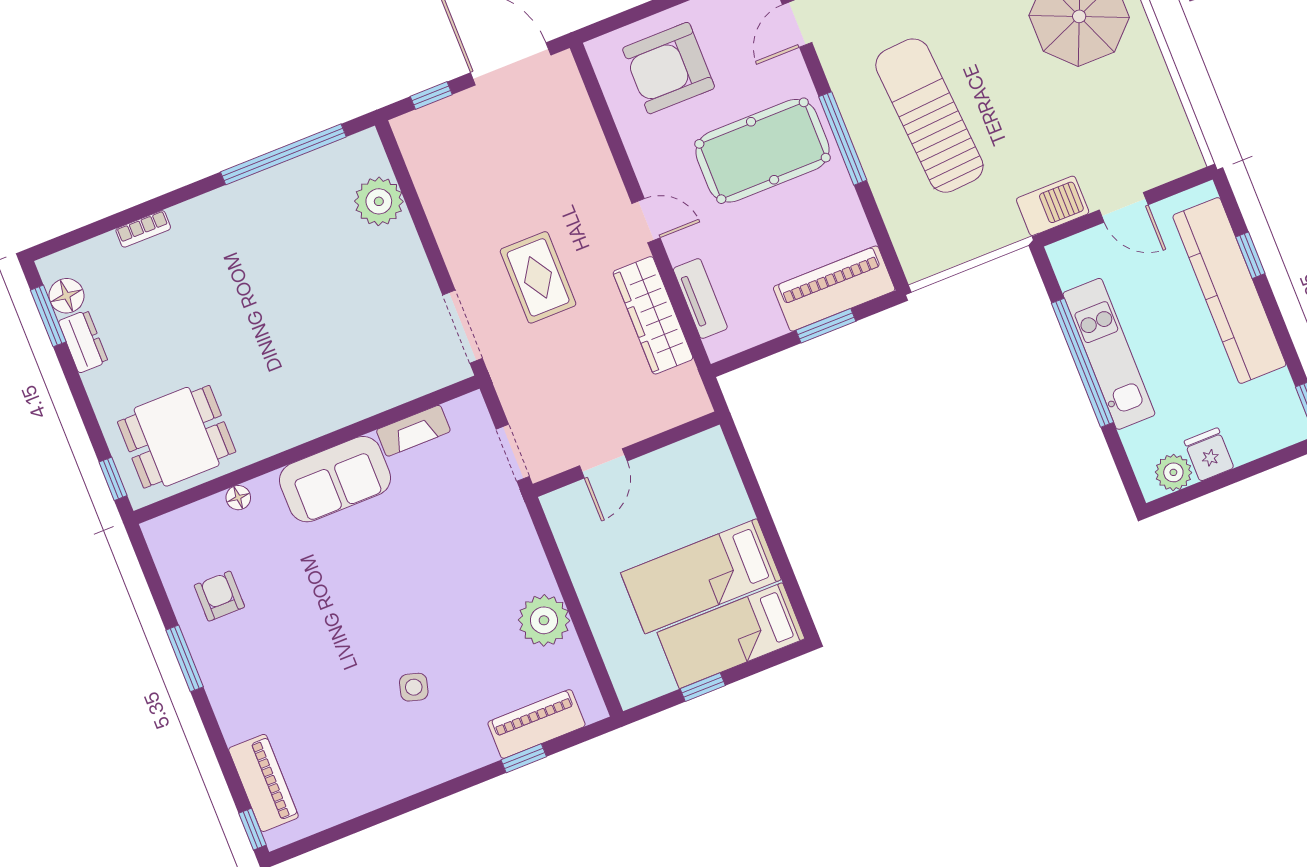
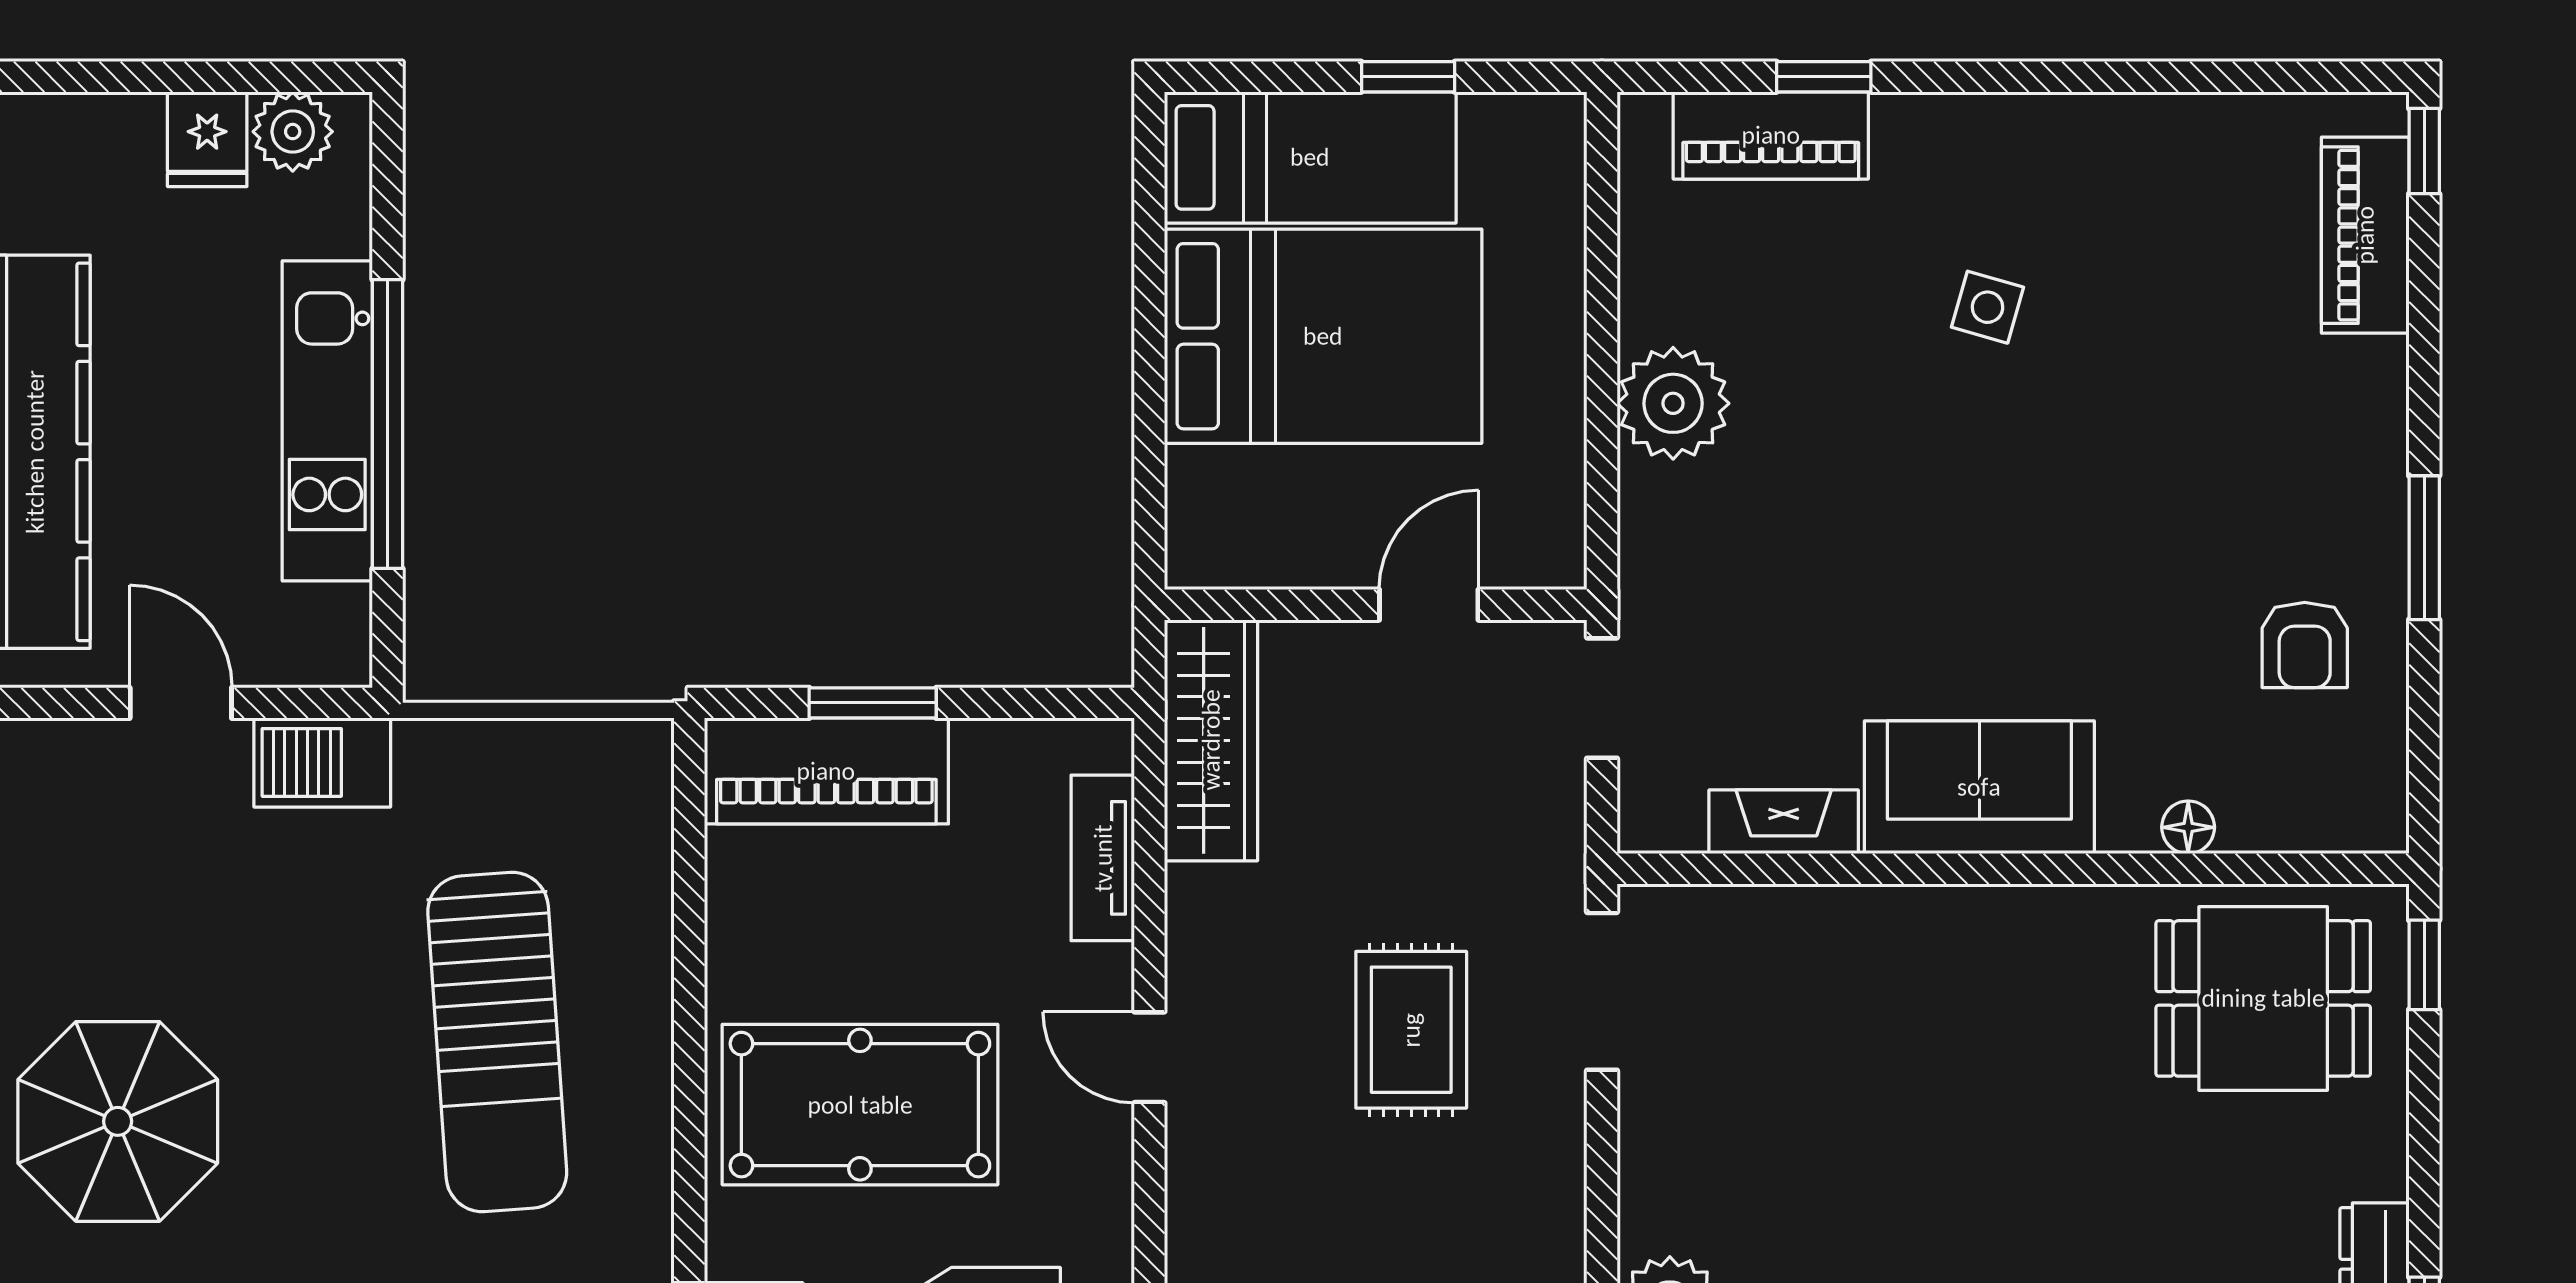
window: (843, 138) -> (689, 1065), removed
wardrobe: (653, 315) -> (1211, 740), moved
bed: (701, 576) -> (1323, 336), width x1.50
plant: (544, 620) -> (1673, 403), moved

